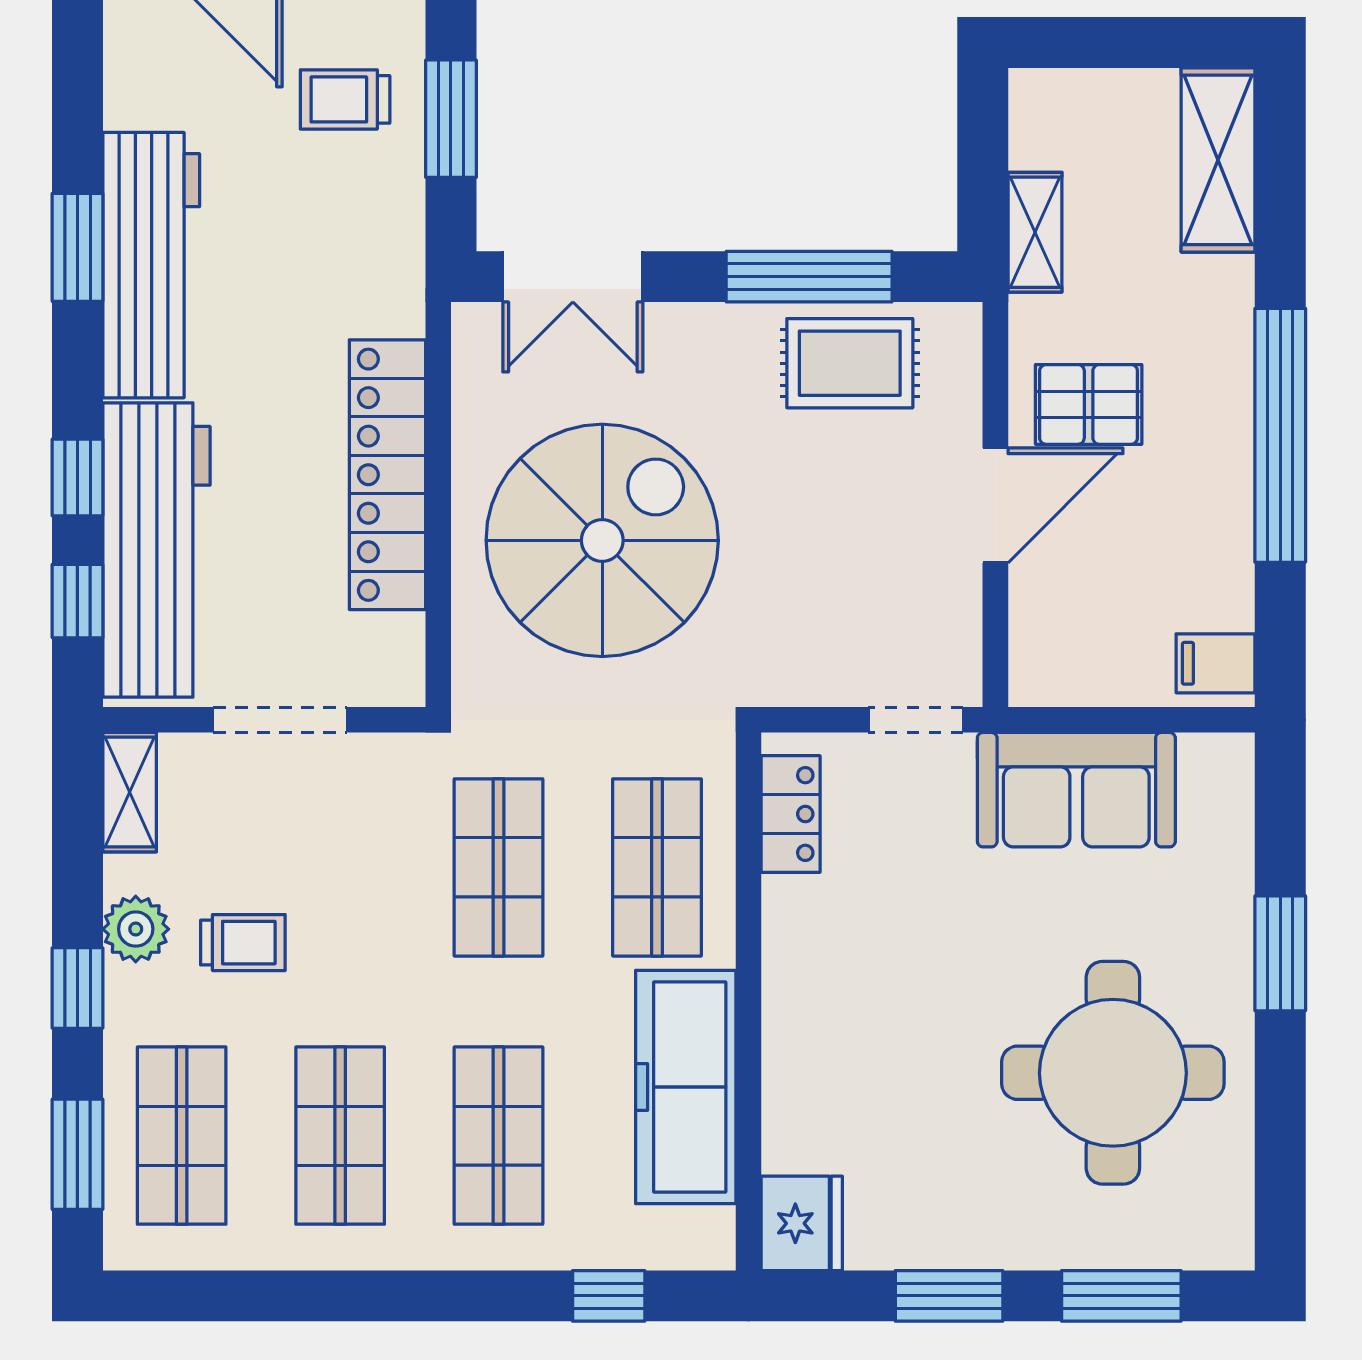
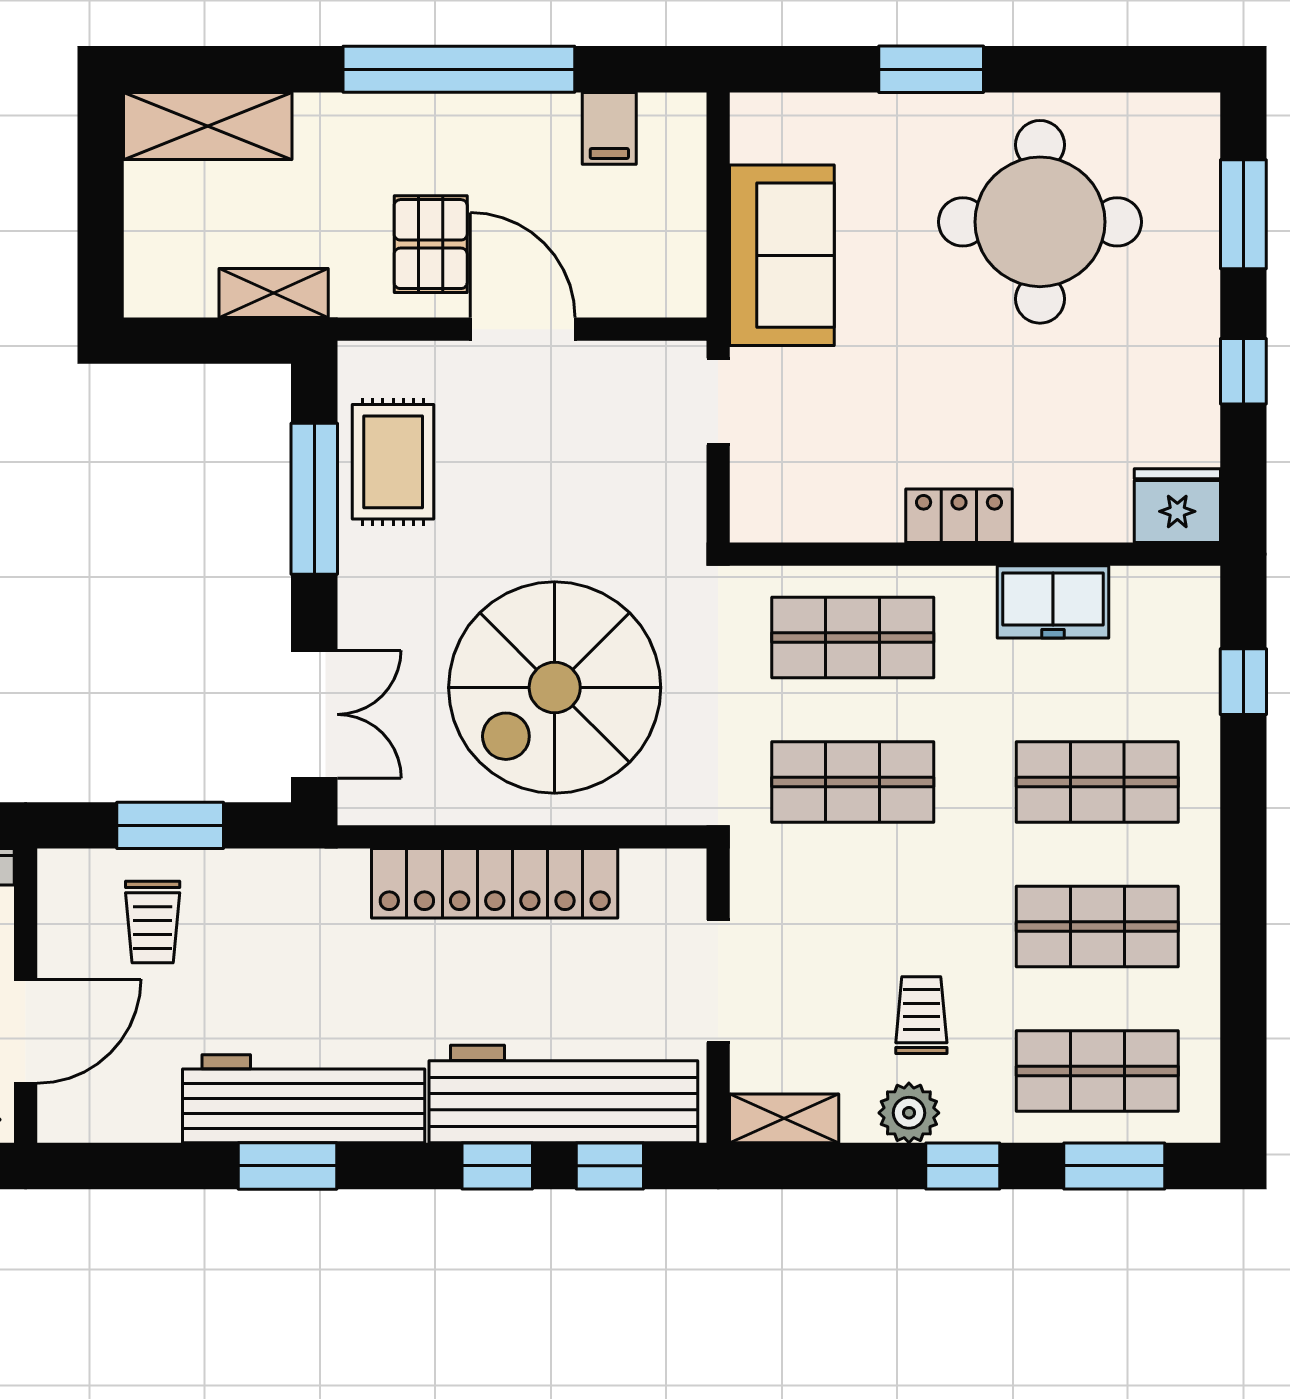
spiral stairs: (602, 540) -> (555, 688), turned -90
filing cabinet: (1216, 663) -> (609, 128), moved
locker: (791, 814) -> (959, 516), moved
freezer: (686, 1087) -> (1053, 602), width x0.52, depth x0.79
window: (949, 1296) -> (1243, 371), width x0.67

